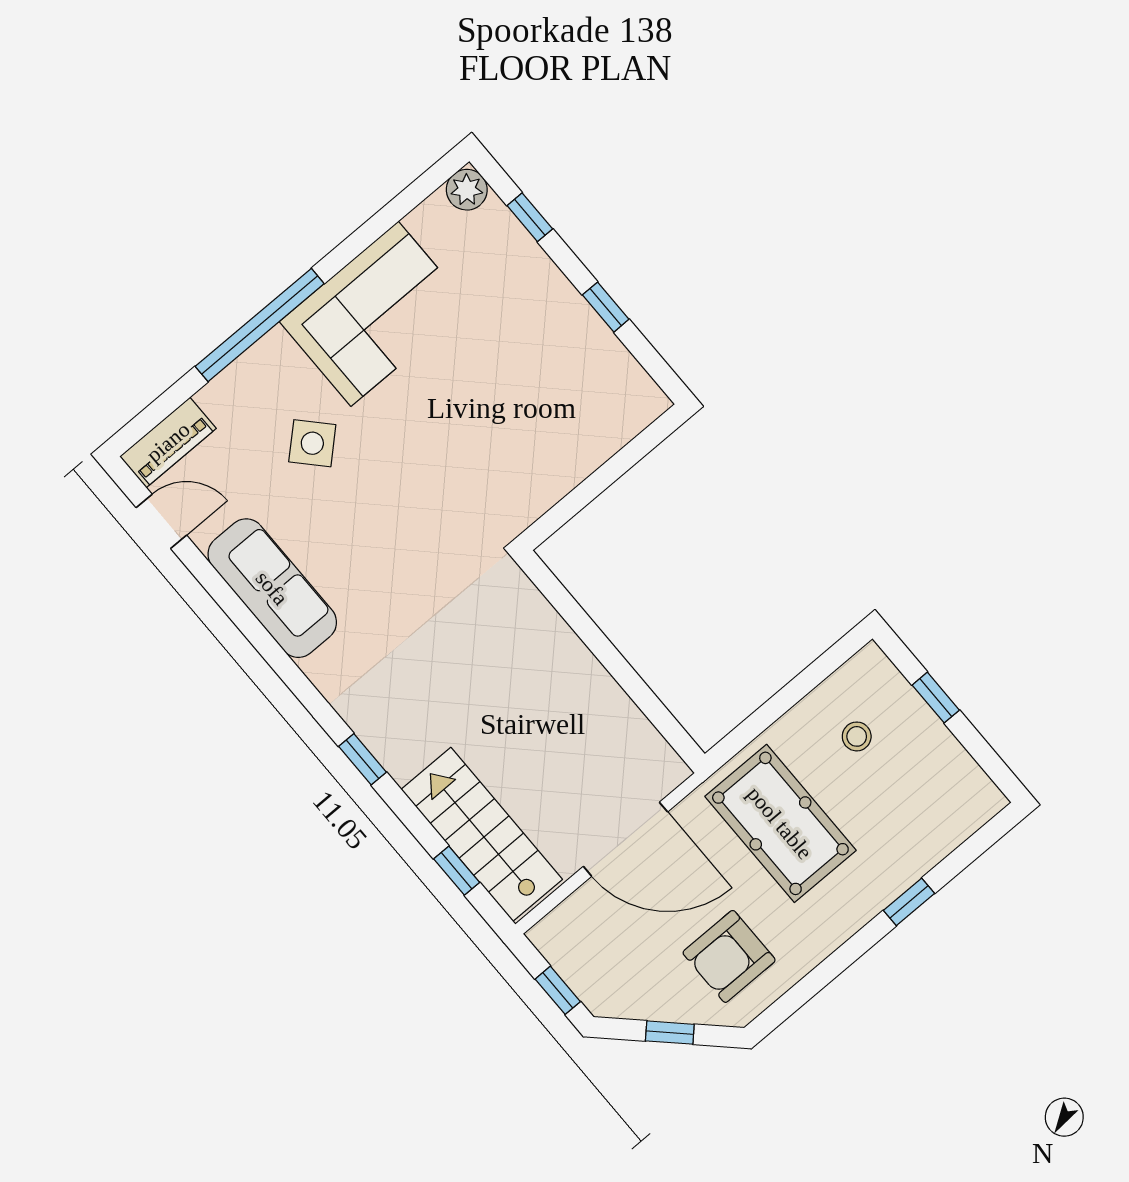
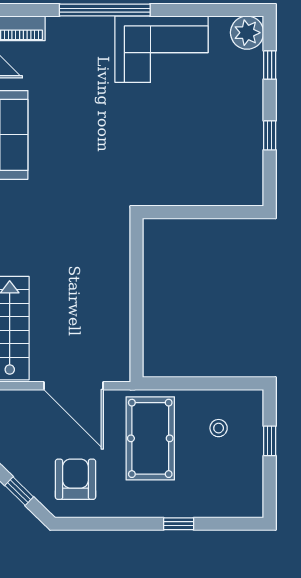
plant: (467, 190) -> (247, 33), width x1.36, depth x1.36
side table: (312, 443) -> (83, 84), removed
armchair: (729, 956) -> (75, 479), turned 90

